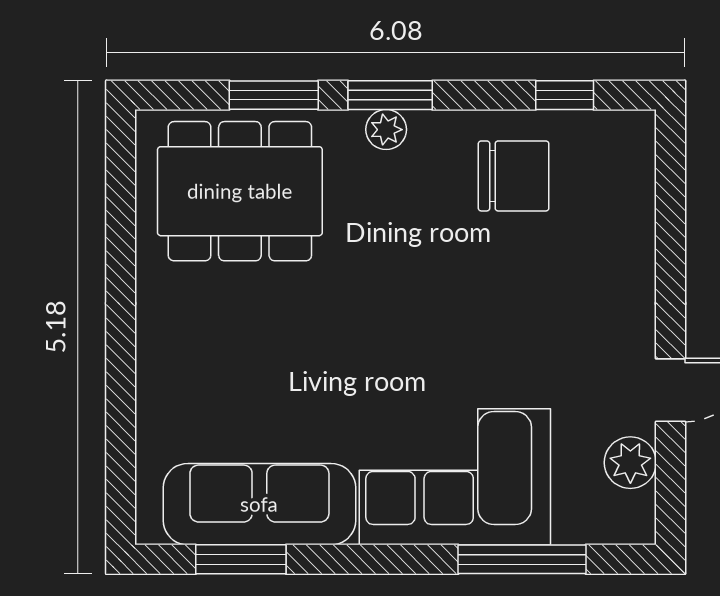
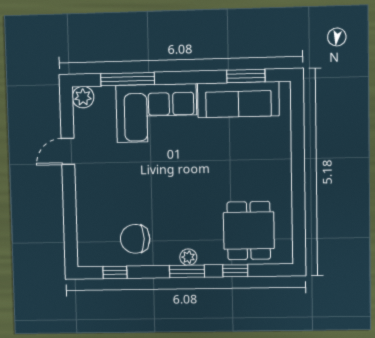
window: (274, 95) -> (235, 271), width x0.67
dining table: (240, 191) -> (249, 231), width x0.73
plant: (630, 463) -> (83, 97), moved

